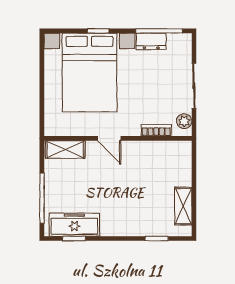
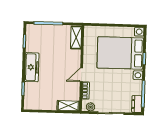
dresser: (151, 41) -> (137, 104), moved
door: (109, 138) -> (81, 75), moved
shelving: (183, 206) -> (68, 106), moved
freezer: (74, 225) -> (32, 67), moved

